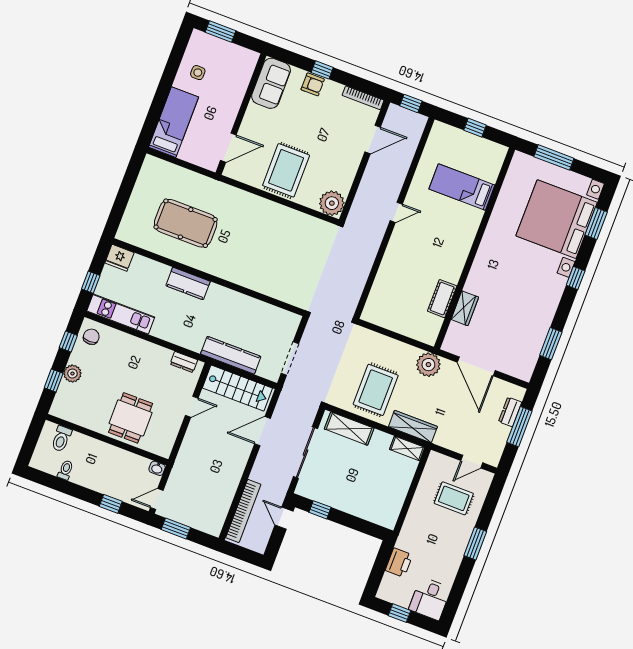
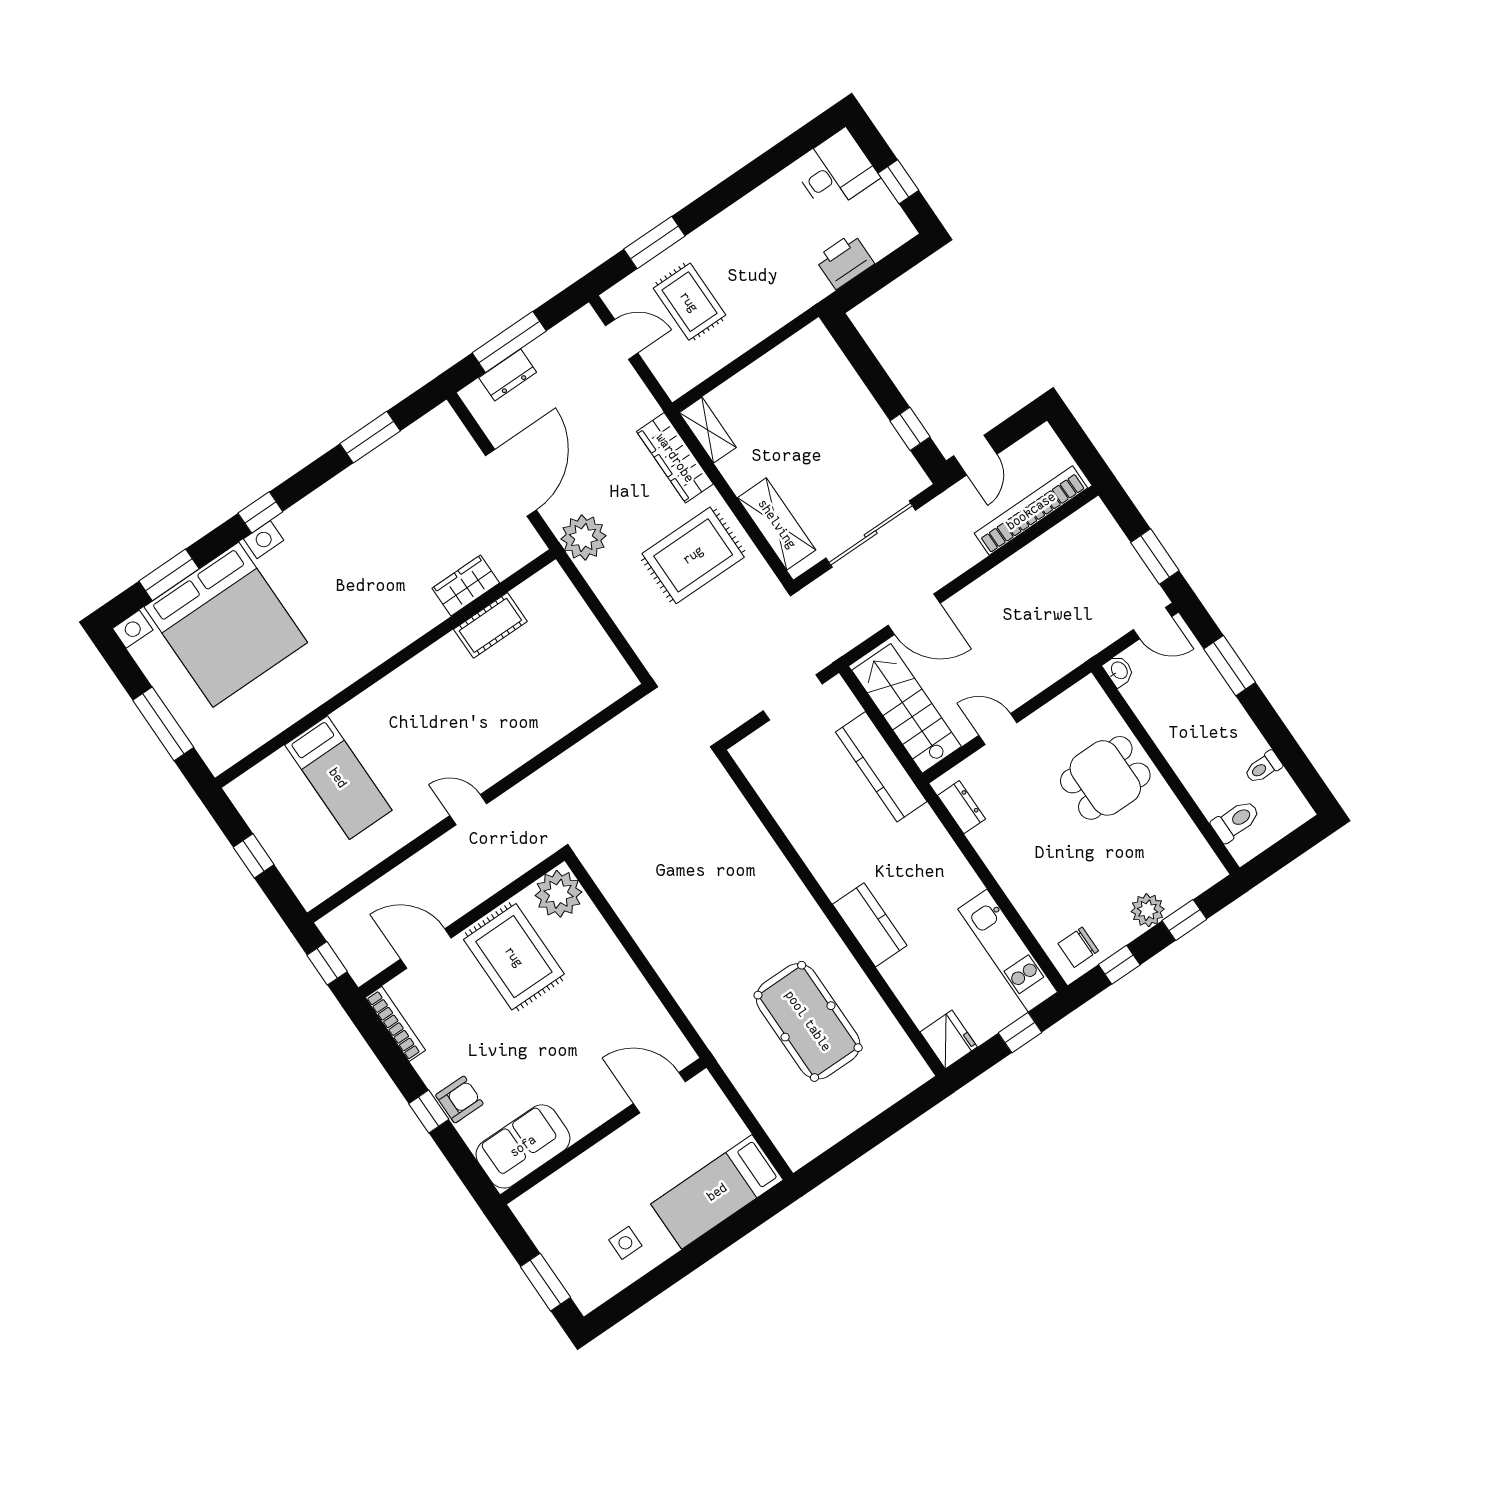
armchair: (313, 84) -> (459, 1099), turned 90
rug: (286, 170) -> (514, 957), moved, turned 90
window: (111, 504) -> (1230, 666), width x1.50
window: (475, 543) -> (654, 242), moved

